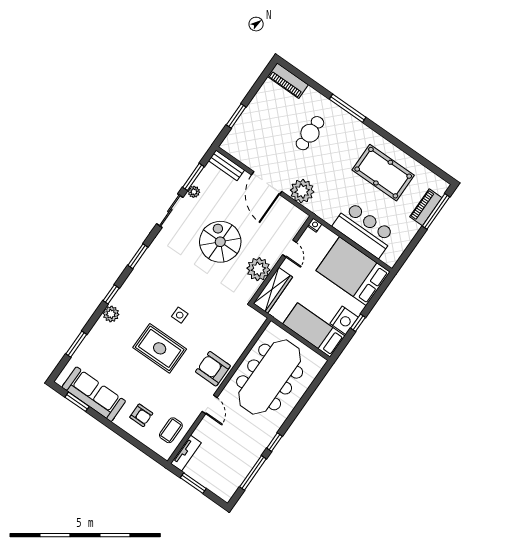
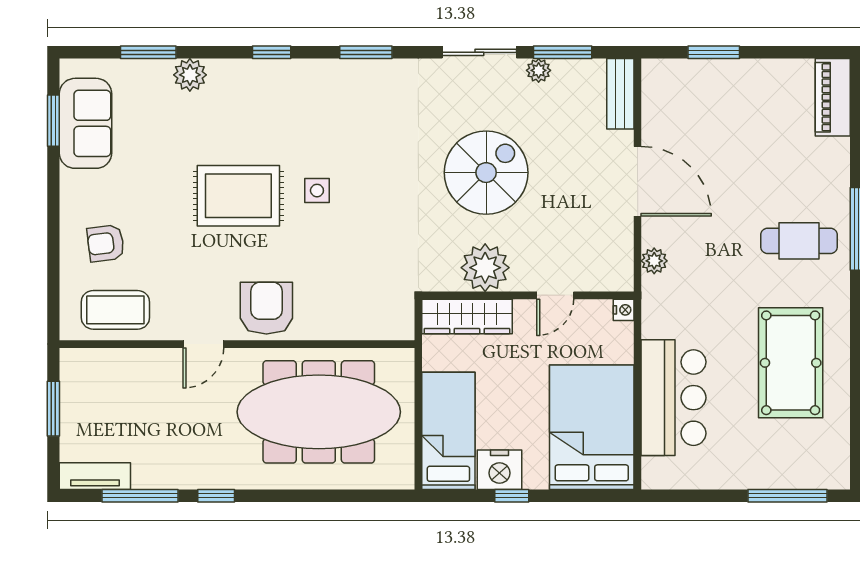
cafe table: (310, 133) -> (799, 241), moved
door: (267, 183) -> (638, 181), swing flipped
plant: (302, 191) -> (654, 261), width x0.53, depth x0.53
piano: (426, 207) -> (783, 474), removed
plant: (111, 314) -> (190, 75), moved
rug: (160, 348) -> (238, 196), turned 90
sofa: (94, 394) -> (86, 123), width x0.73
armchair: (141, 415) -> (106, 243), turned 83
coffee table: (171, 430) -> (115, 310), width x1.36, depth x1.30
tv unit: (186, 453) -> (95, 476), moved, turned 180

